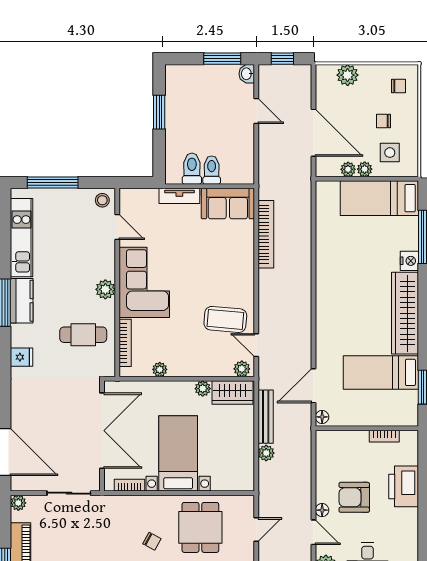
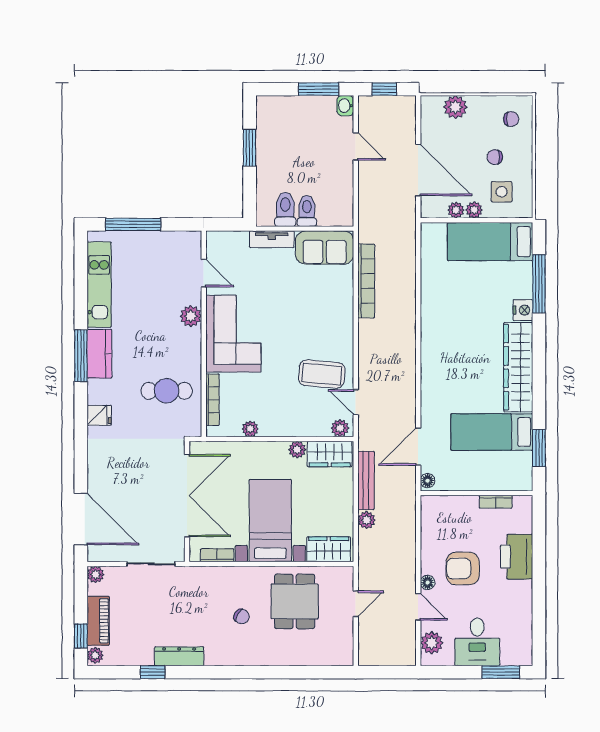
stool: (102, 200) -> (187, 244), removed
plant: (105, 289) -> (191, 316), moved
wardrobe: (231, 480) -> (329, 549), added

